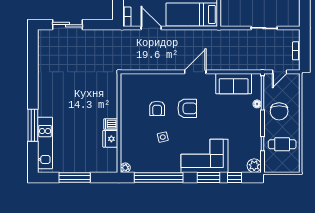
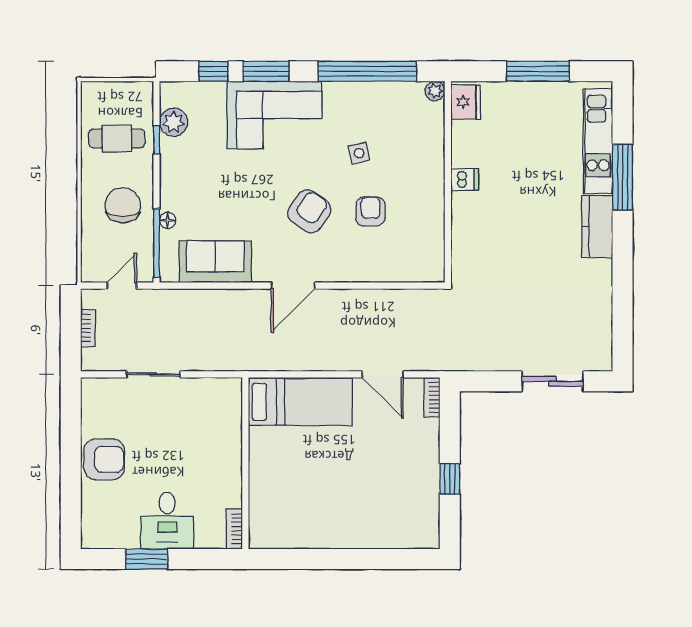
kitchen counter: (45, 101) -> (597, 227), added
armchair: (187, 108) -> (309, 211), turned 125
fridge: (110, 139) -> (466, 102), moved
plant: (254, 166) -> (174, 122), moved

